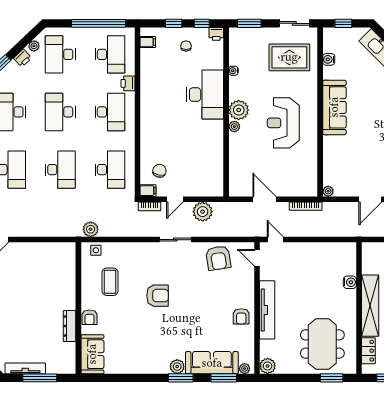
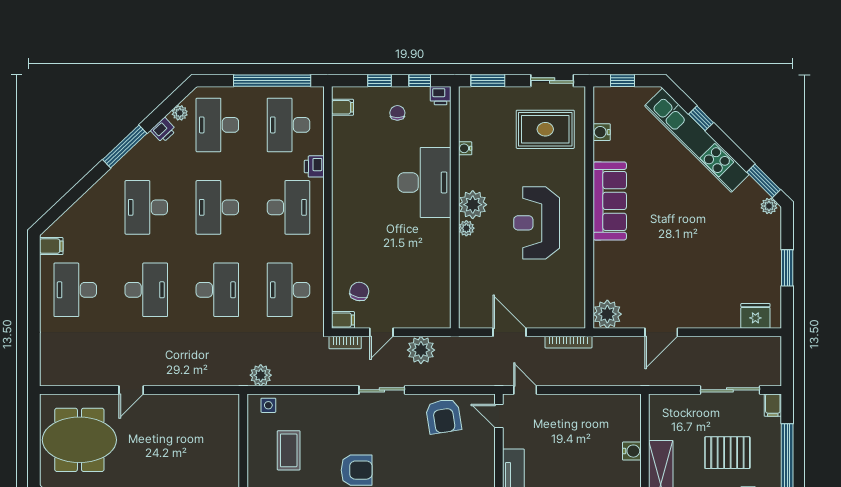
desk: (110, 54) -> (288, 125), turned 180
desk: (110, 170) -> (288, 290), turned 180
plant: (328, 191) -> (607, 314), width x1.87, depth x1.87

